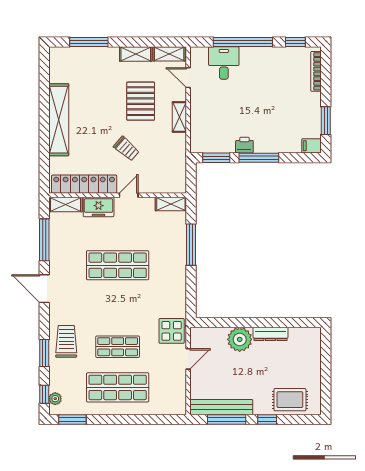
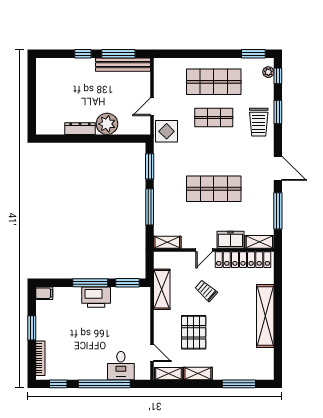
shelving: (179, 117) -> (162, 289), moved, width x1.50, depth x1.33
window: (326, 121) -> (32, 328), moved
printer: (244, 145) -> (96, 297), width x1.87, depth x1.48
window: (191, 291) -> (150, 166), added
rug: (290, 400) -> (63, 71), removed

